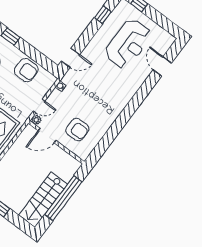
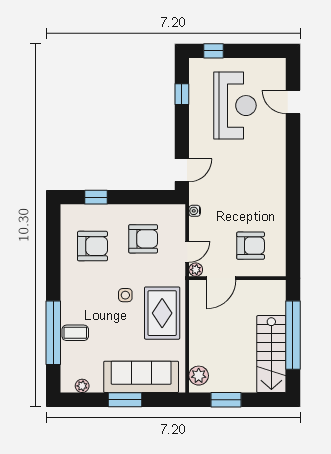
armchair: (26, 70) -> (143, 239), moved

